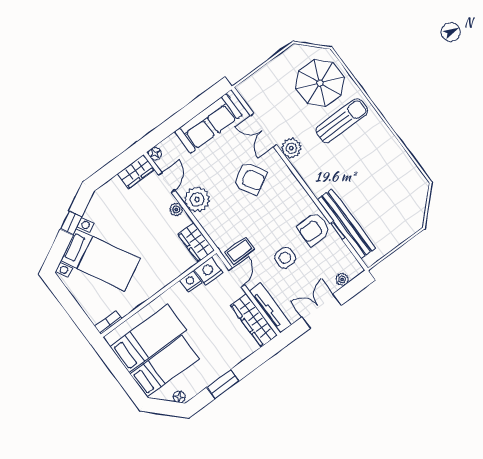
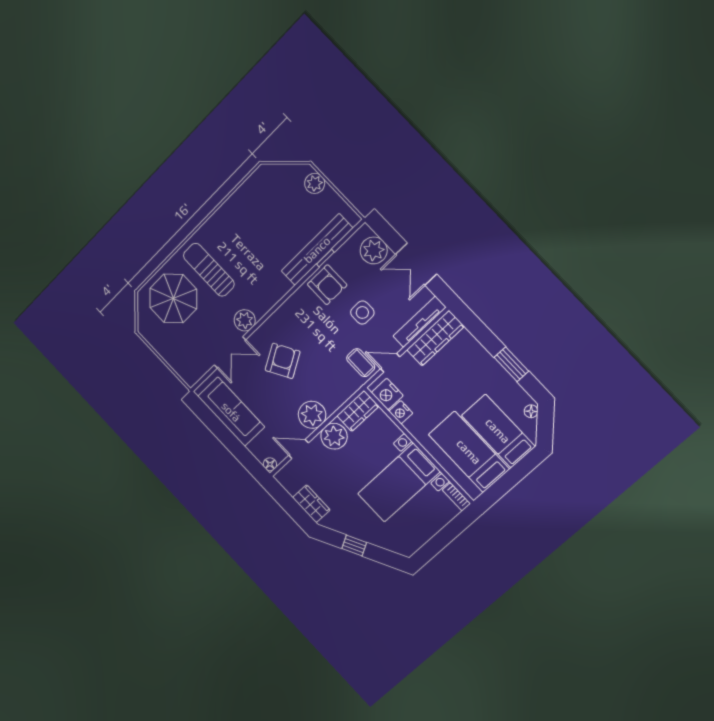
wardrobe: (136, 171) -> (311, 504), moved
plant: (176, 209) -> (334, 436), width x1.88, depth x1.88
plant: (405, 229) -> (315, 183), added
bed with nightstands: (100, 260) -> (399, 483), moved, turned -152
plant: (342, 279) -> (374, 250), width x1.88, depth x1.88

